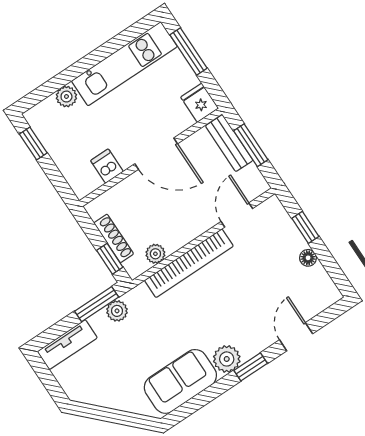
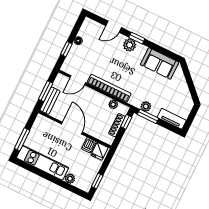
fridge: (200, 103) -> (99, 151), moved
plant: (227, 359) -> (130, 45), moved

